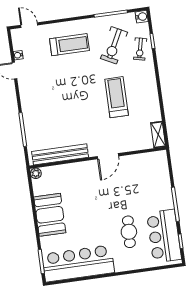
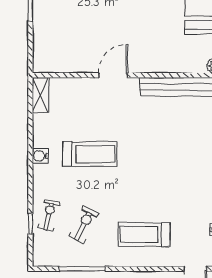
water cooler: (142, 17) -> (40, 156), moved
exercise bike: (114, 45) -> (84, 225), width x0.73, depth x0.72
treadmill: (117, 97) -> (90, 154), turned -90

